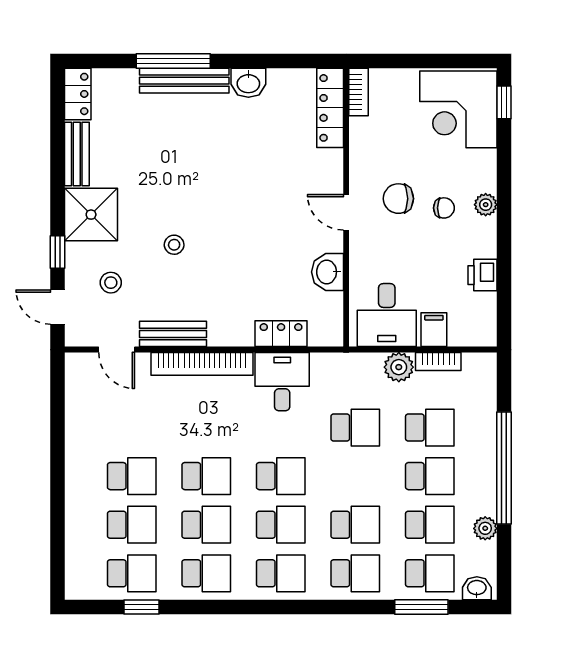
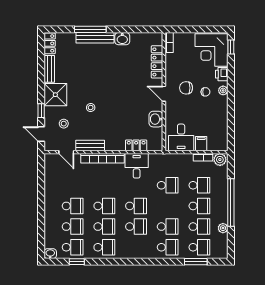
locker: (330, 108) -> (157, 62), moved
printer: (482, 275) -> (222, 74), moved
plant: (399, 367) -> (220, 160), moved
school desk: (281, 573) -> (136, 247), removed
washbasin: (477, 588) -> (50, 254), moved

